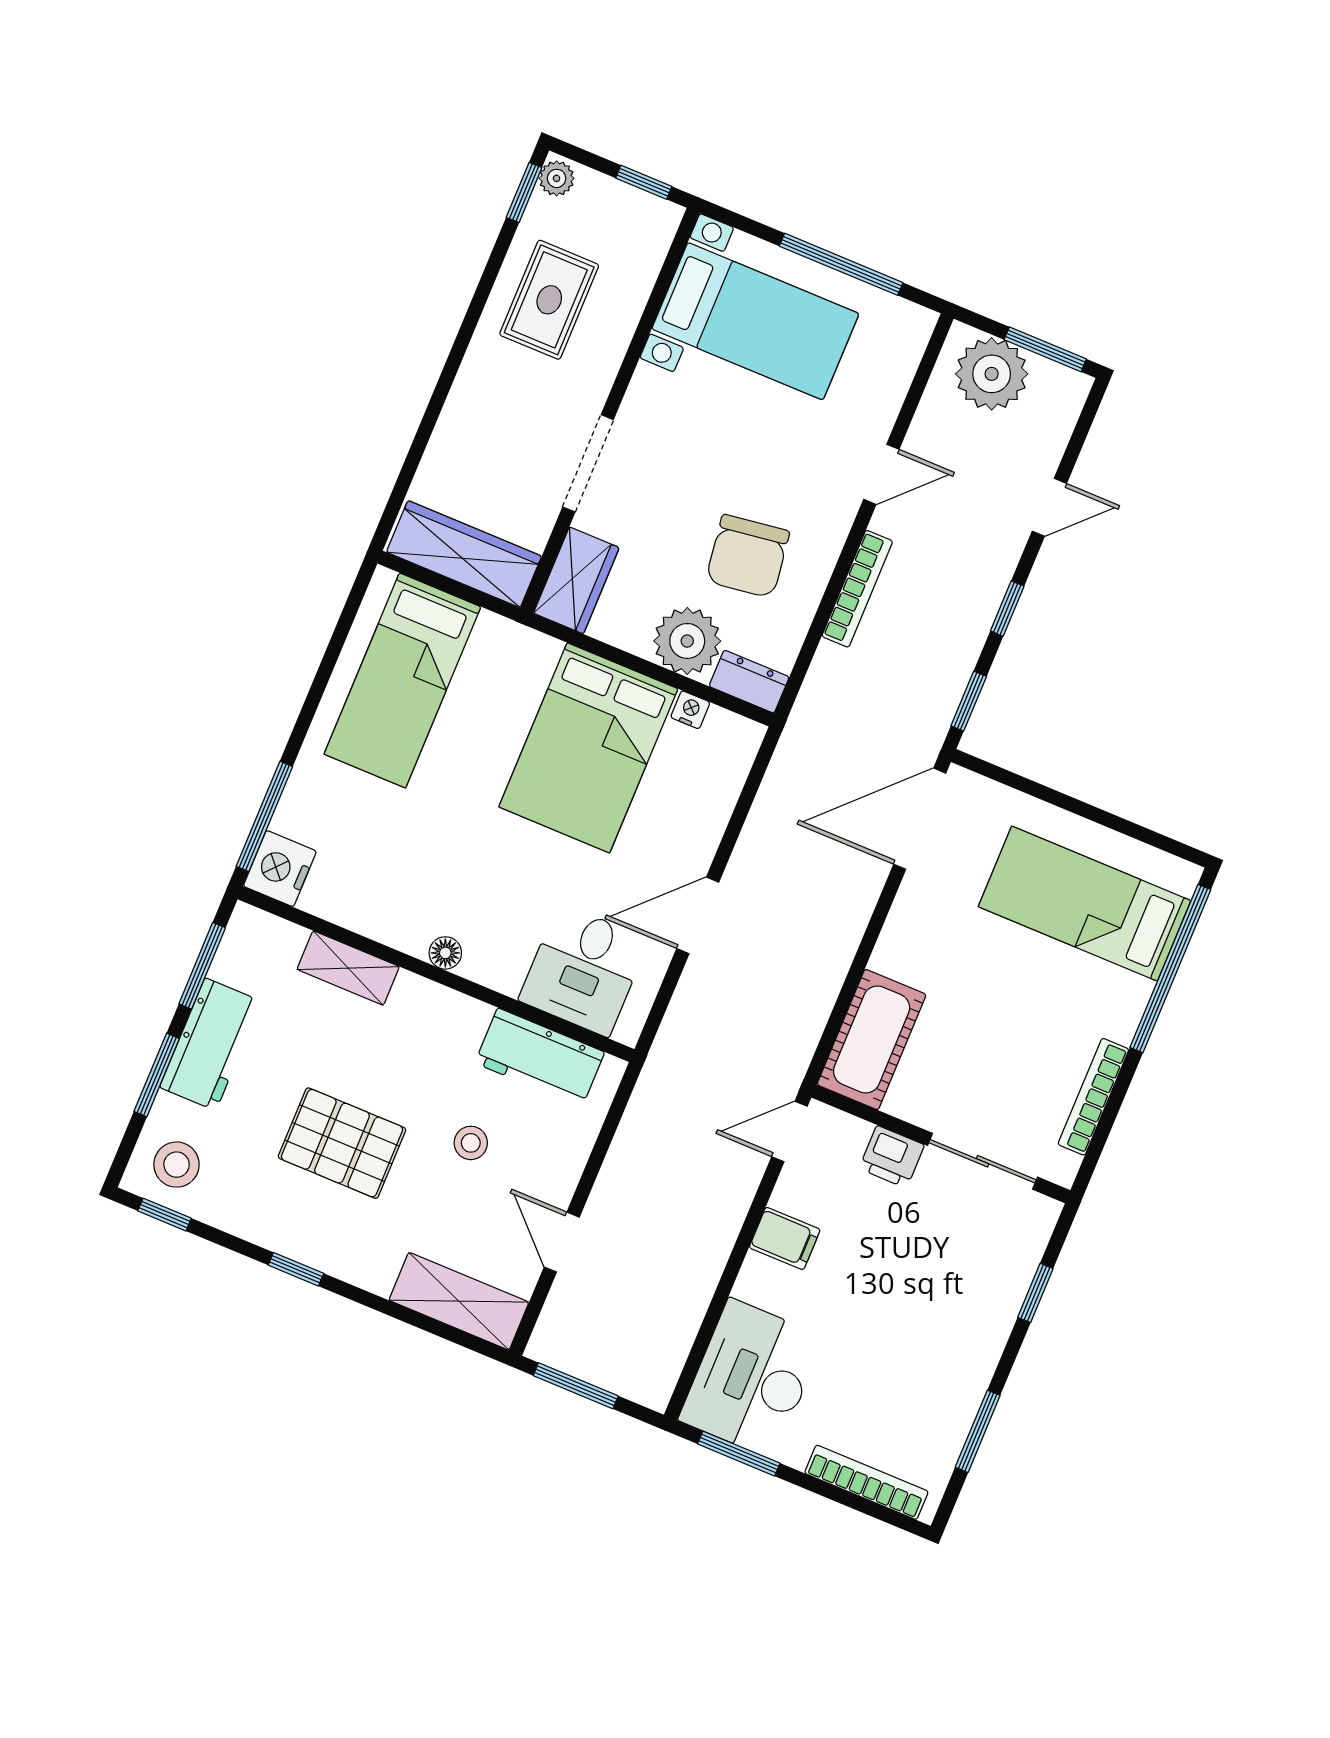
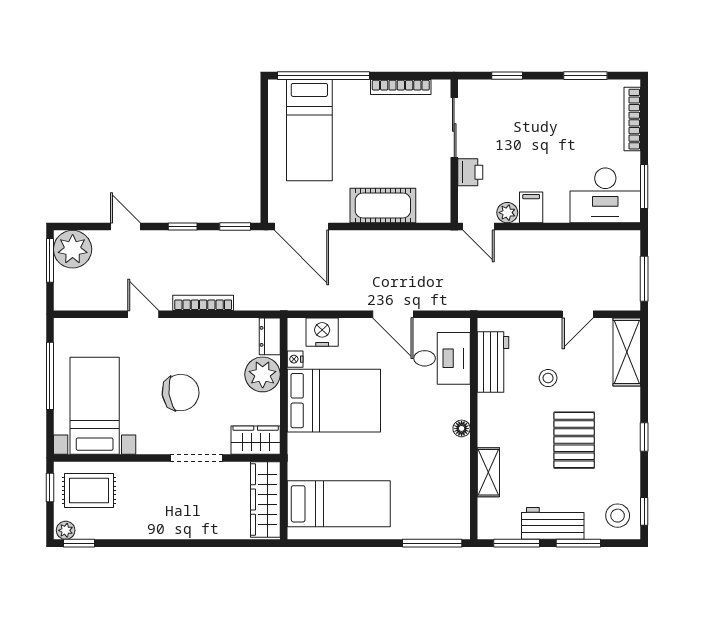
rug: (549, 300) -> (89, 491), moved
plant: (992, 374) -> (73, 249), moved
chair: (748, 556) -> (181, 393), moved
nightstand: (280, 869) -> (322, 332), moved, turned 180
cot: (872, 1039) -> (383, 205), moved
plant: (793, 1192) -> (507, 213), added

